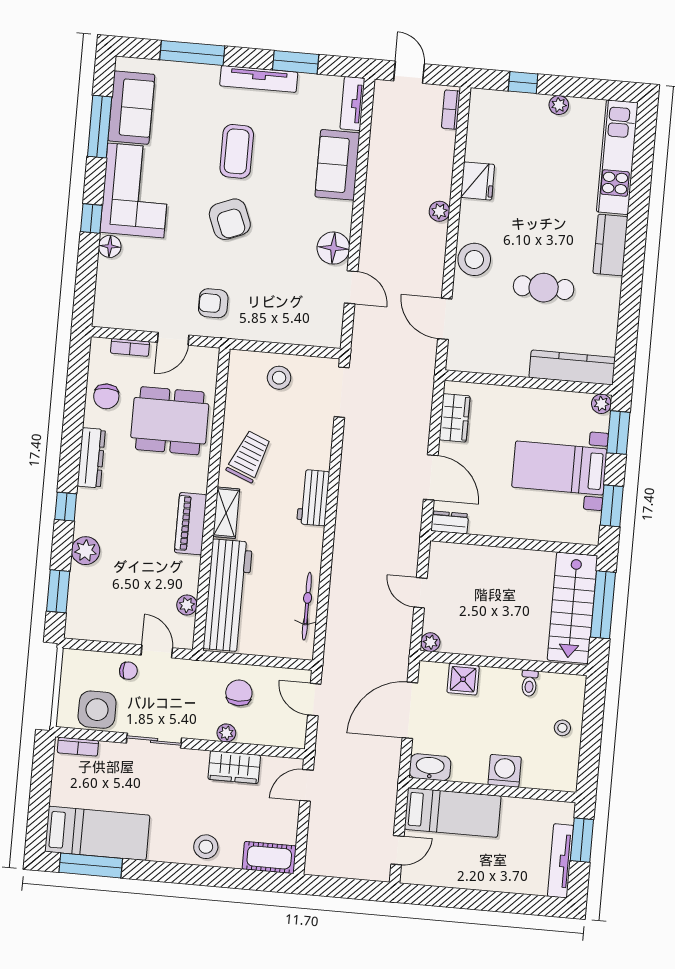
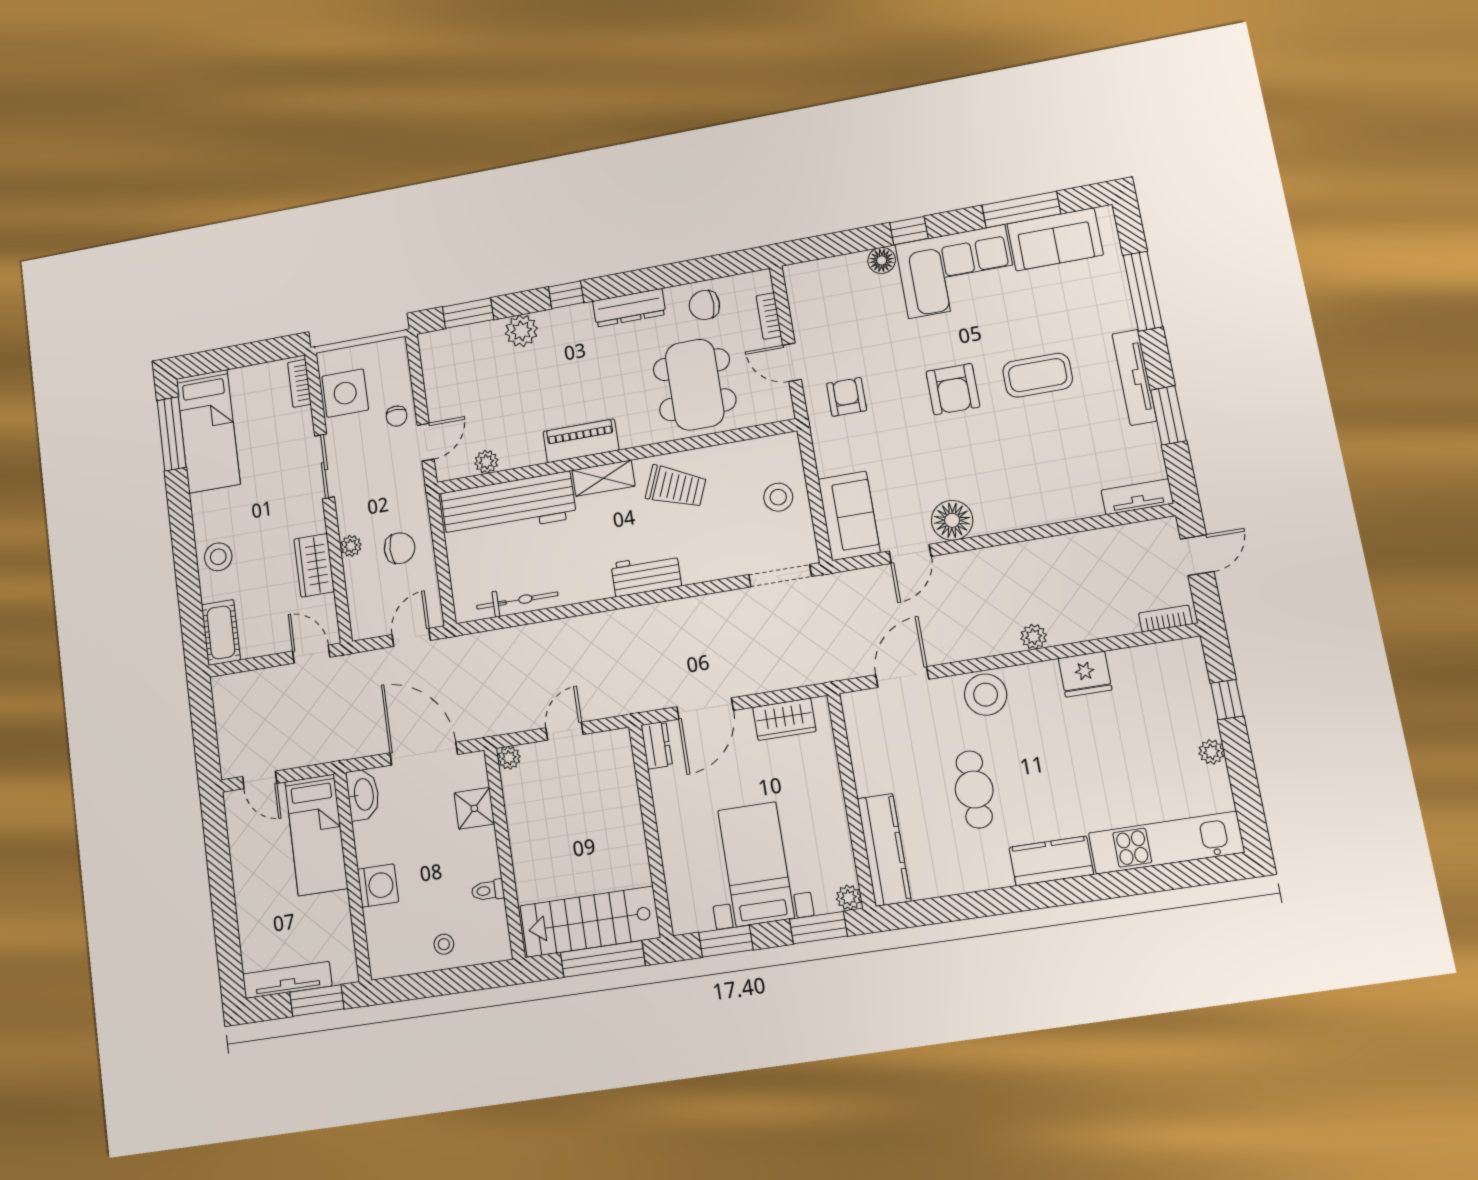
sofa: (337, 165) -> (849, 516), moved, turned 90
armchair: (230, 219) -> (953, 389), turned -68

